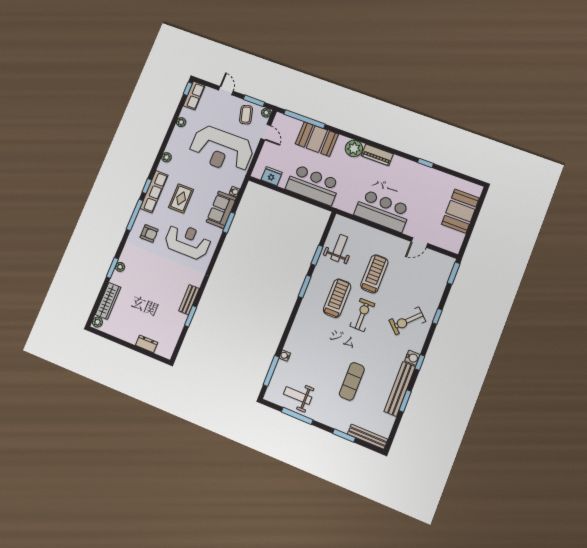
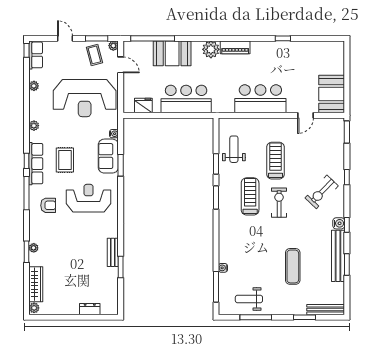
booth: (460, 211) -> (332, 94), moved

